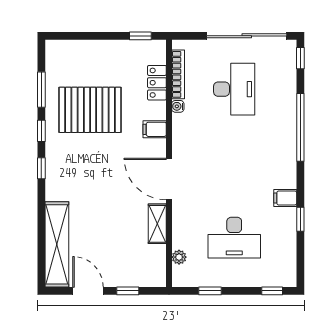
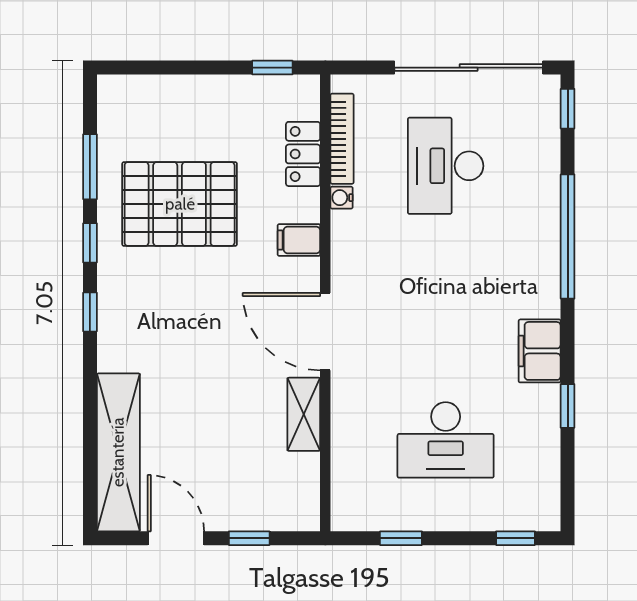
desk: (234, 89) -> (446, 166), turned 180
filing cabinet: (285, 198) -> (540, 351), width x2.00
plant: (179, 257) -> (344, 476), removed

